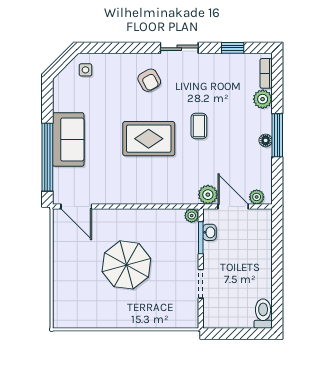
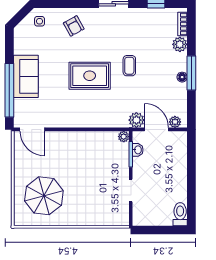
armchair: (149, 80) -> (74, 26), moved
parasol: (126, 265) -> (44, 196), moved

